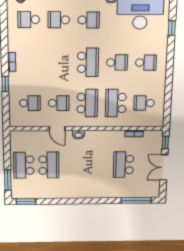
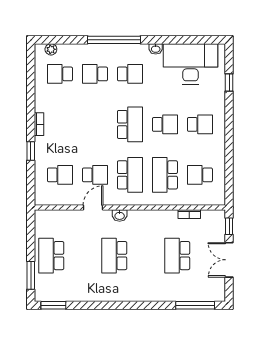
door: (57, 129) -> (93, 208), swing flipped
school desk: (49, 165) -> (114, 256), moved, turned 180

